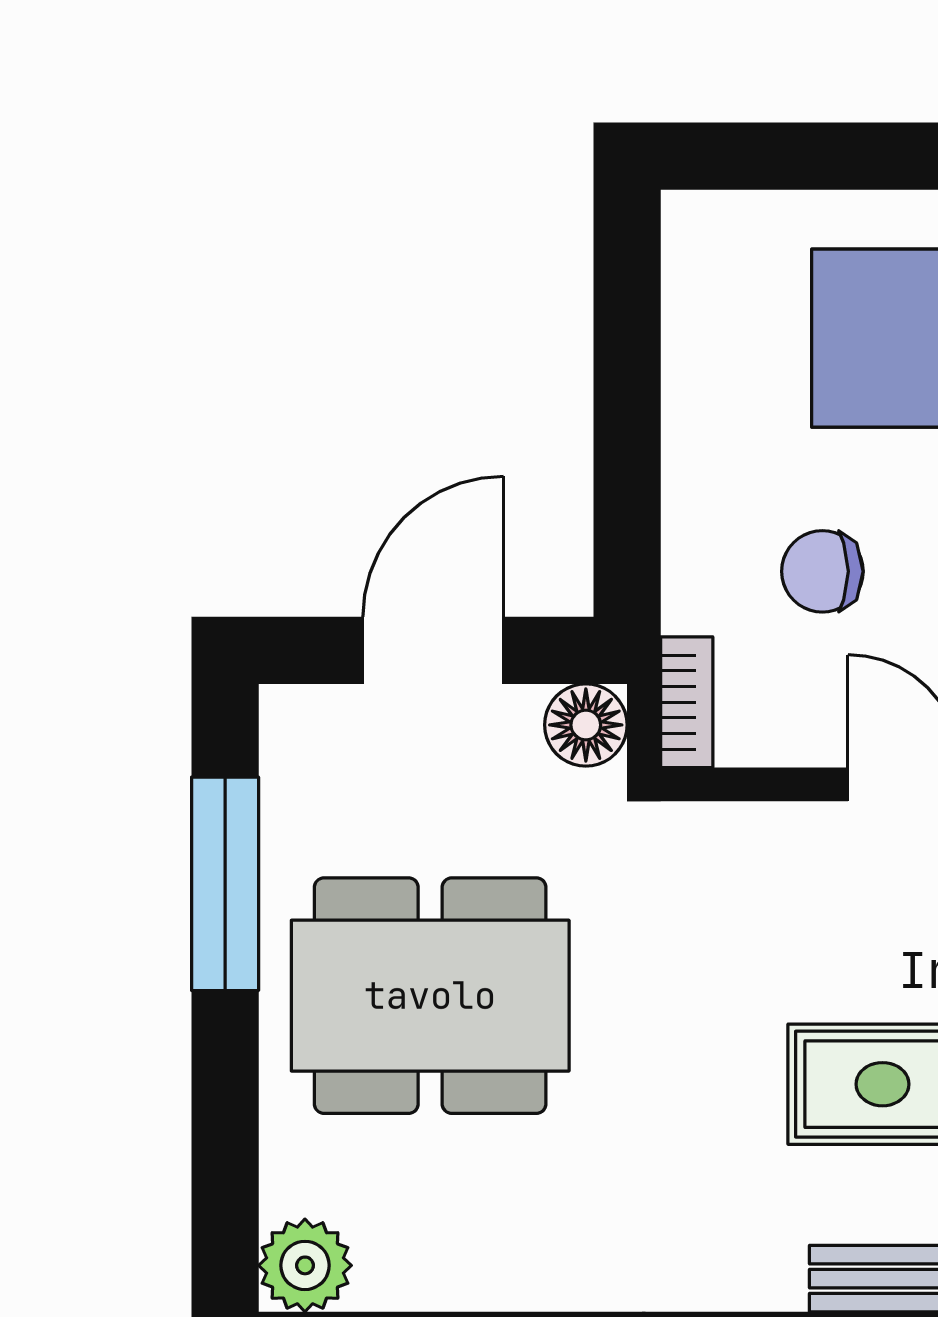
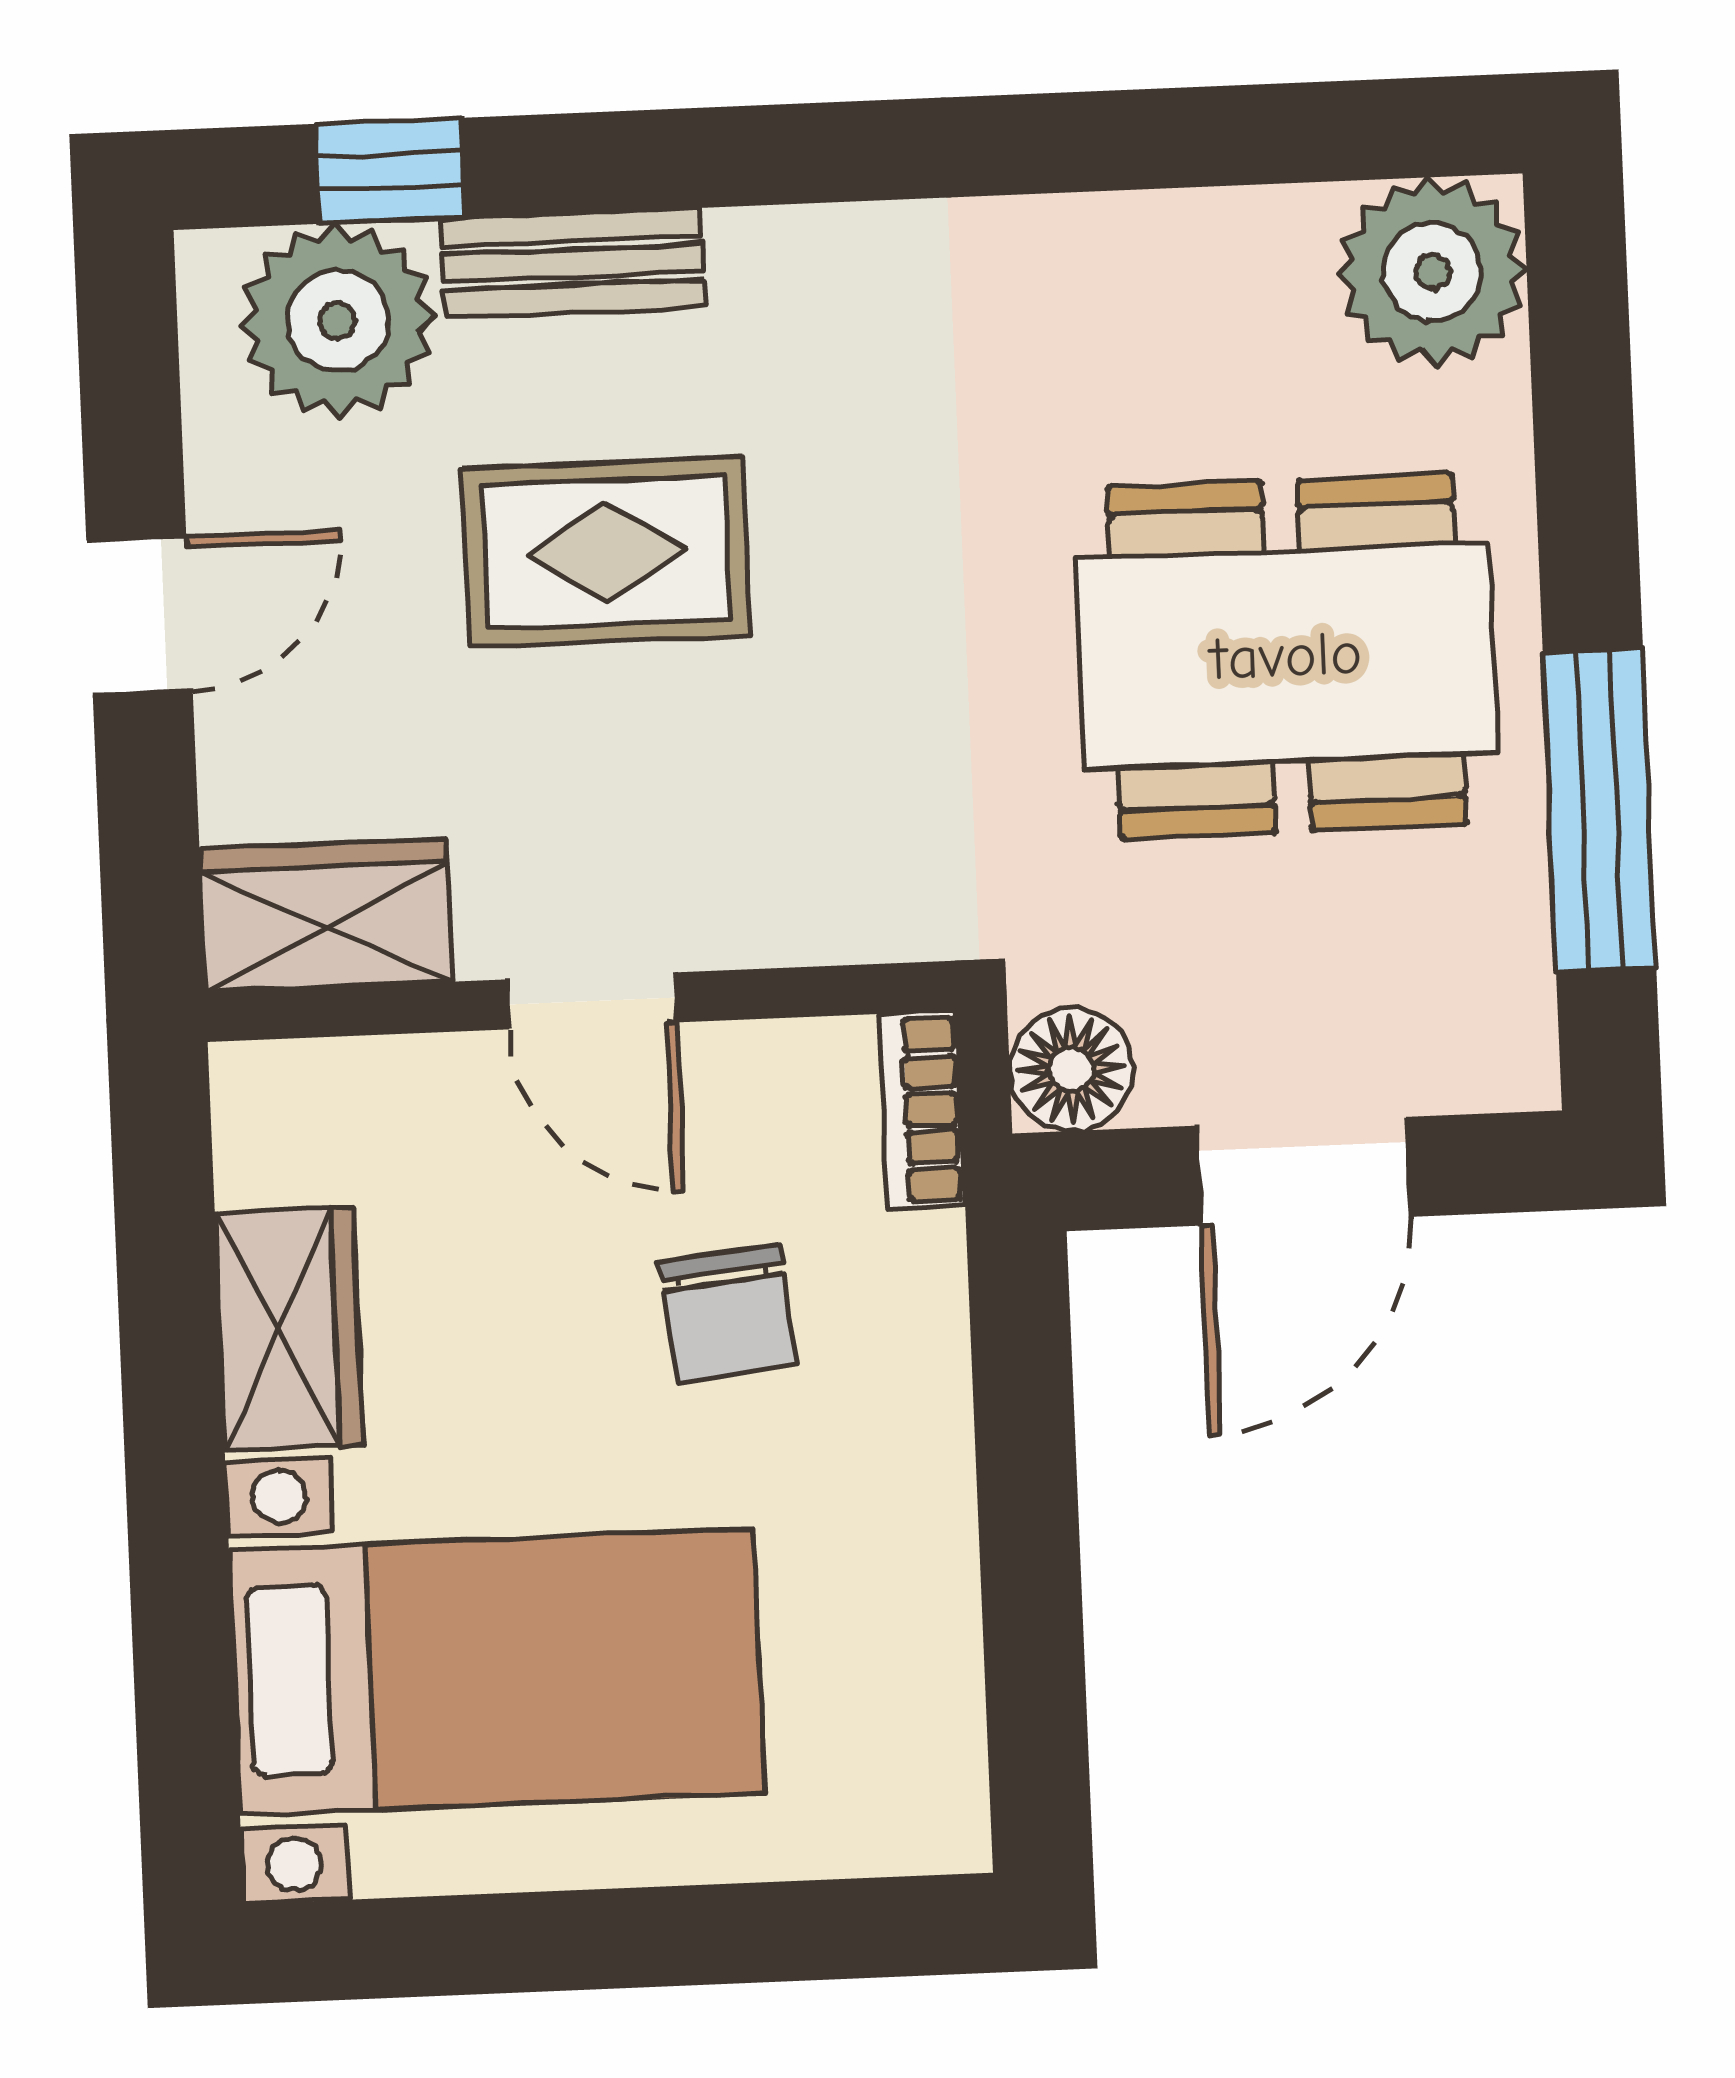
chair: (822, 571) -> (728, 1313), turned 84
plant: (305, 1265) -> (1432, 272), width x1.36, depth x1.36

